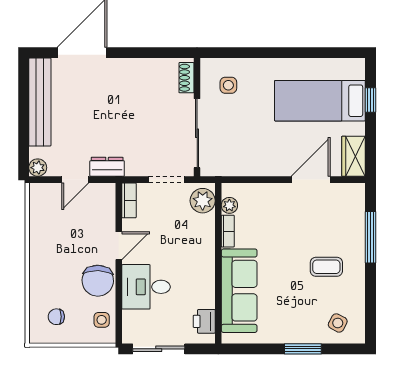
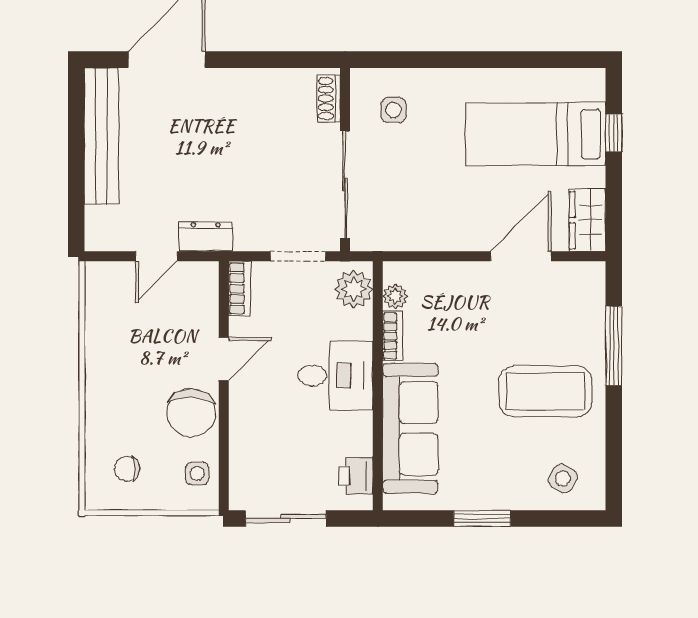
plant: (38, 168) -> (98, 238), removed
coffee table: (326, 267) -> (545, 391), width x1.86, depth x1.72
desk: (146, 287) -> (335, 376), moved, turned 180
window: (303, 349) -> (482, 518), moved

